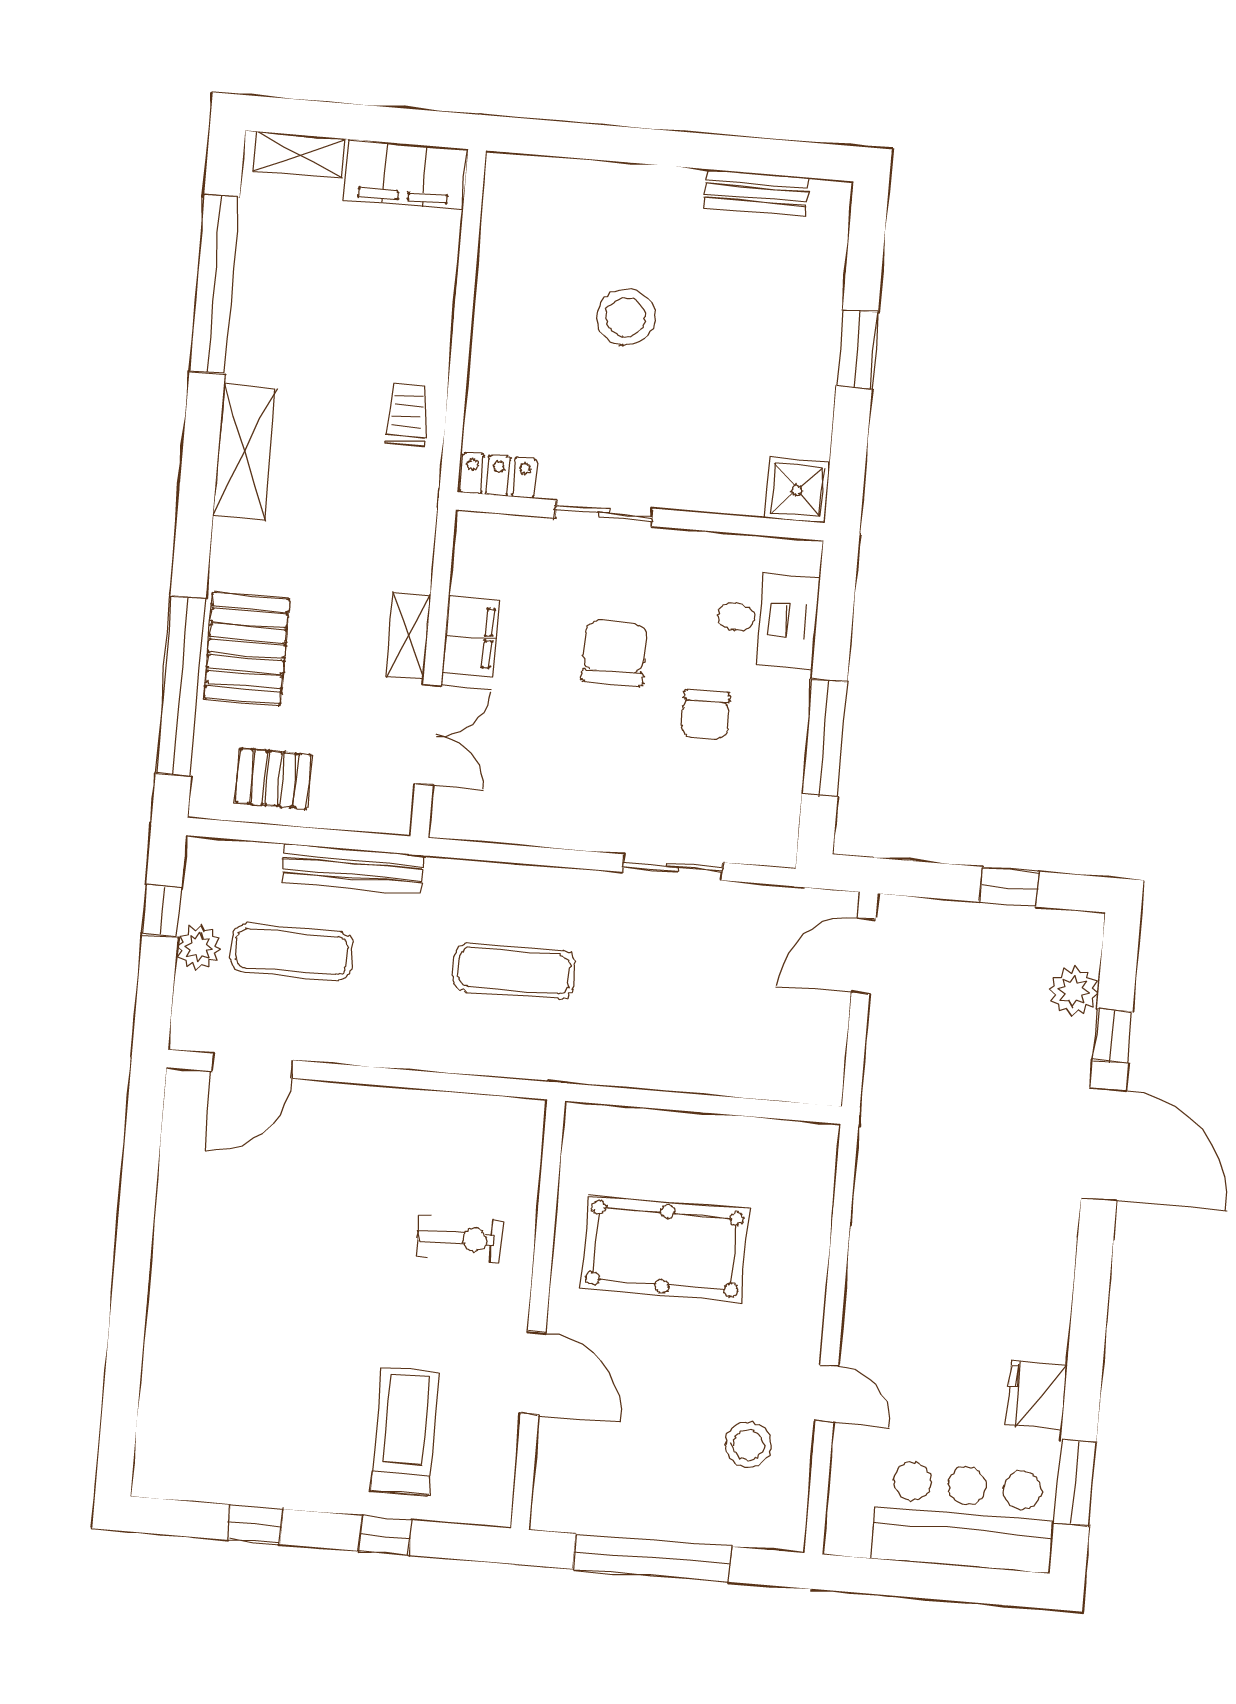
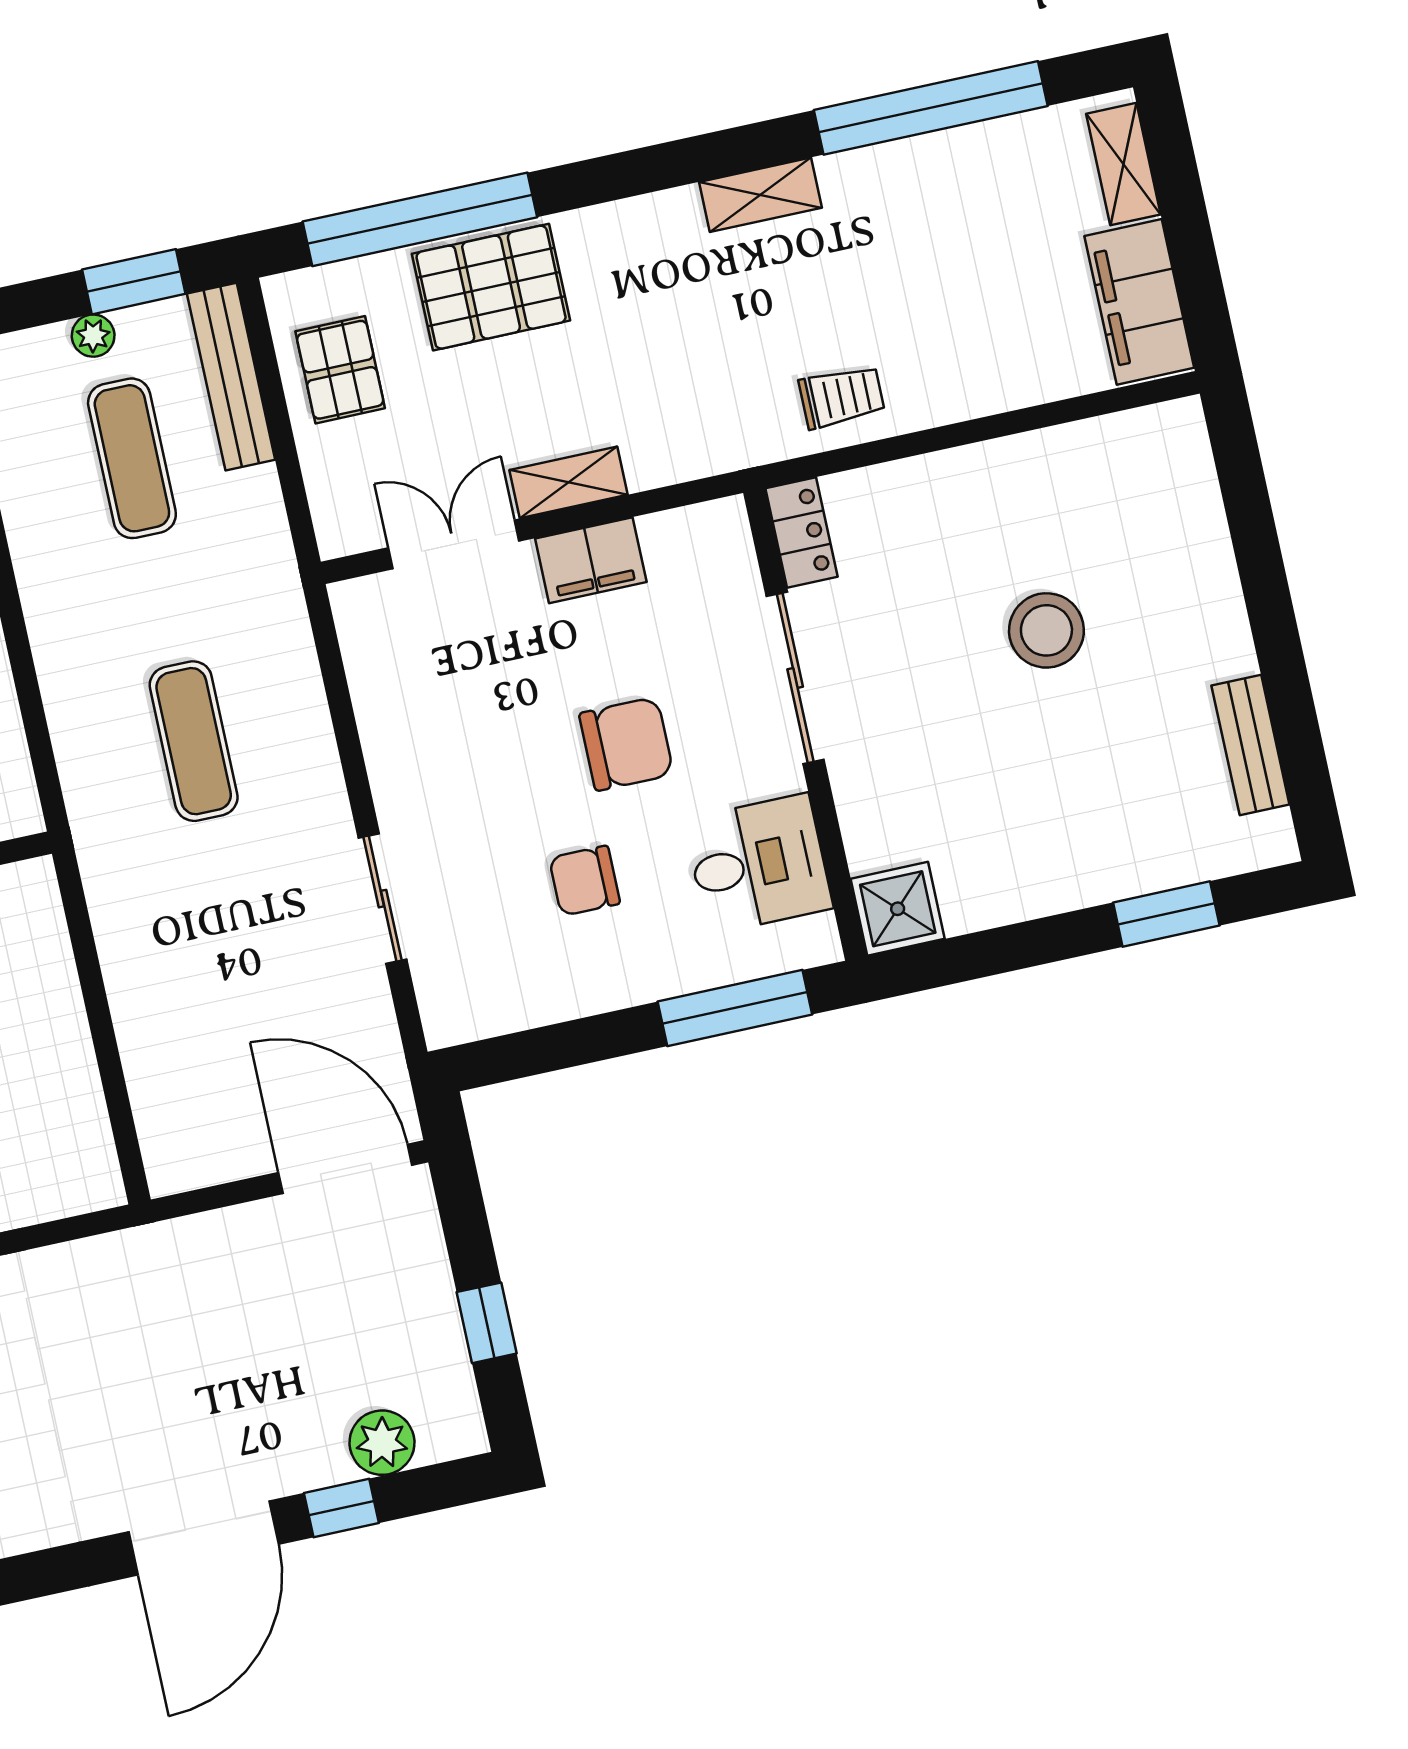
window: (857, 349) -> (1166, 914), moved
shelving: (245, 452) -> (760, 195), width x0.67, depth x0.75
sliding door: (604, 513) -> (795, 678), width x1.37
desk: (767, 619) -> (758, 864), moved, turned -90
double door: (428, 735) -> (454, 544), swing flipped
window: (825, 738) -> (735, 1008), moved
bench: (353, 869) -> (231, 377), moved
window: (162, 911) -> (134, 282), width x1.50
plant: (199, 947) -> (93, 336), width x0.73, depth x0.73
door: (864, 956) -> (345, 1169), width x1.36

